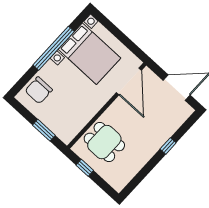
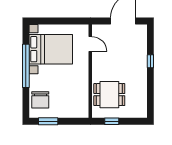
door: (129, 81) -> (90, 44), width x0.53
window: (44, 130) -> (48, 121), moved

